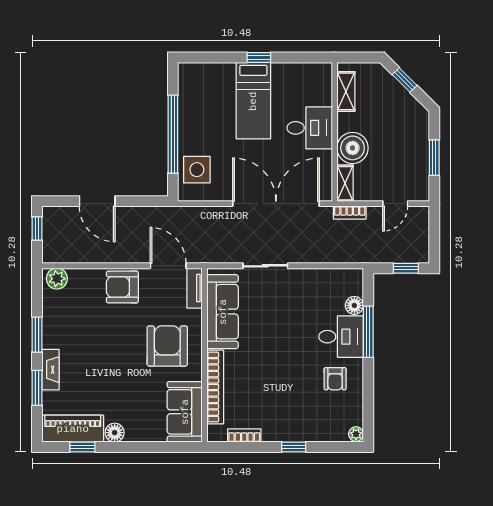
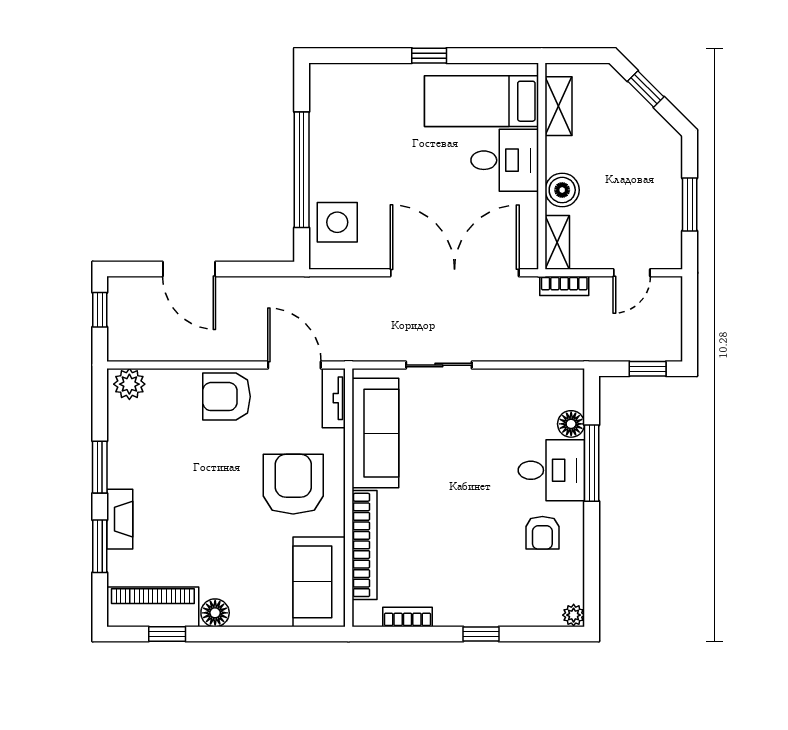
bed: (253, 101) -> (482, 101), moved, turned 90
boiler: (353, 148) -> (562, 190), width x0.73, depth x0.73

